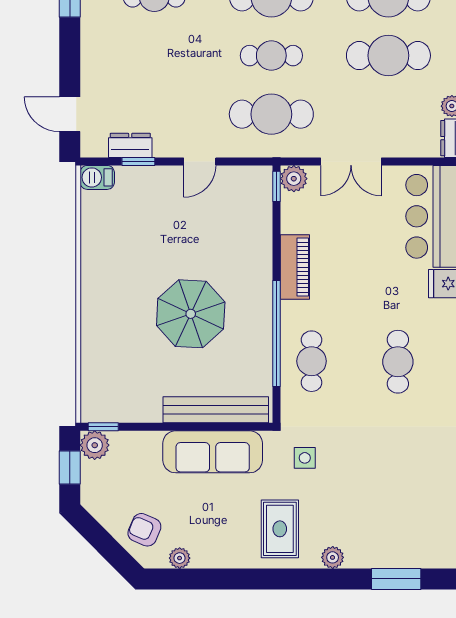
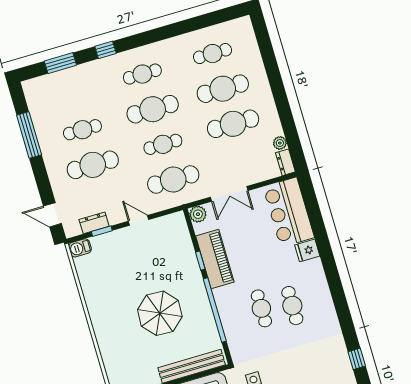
cafe table: (154, 56) -> (93, 165), added
door: (200, 161) -> (139, 220), swing flipped
window: (277, 186) -> (200, 261), moved
piano: (295, 267) -> (215, 259), width x1.37, depth x1.33
cafe table: (312, 361) -> (261, 308), moved

